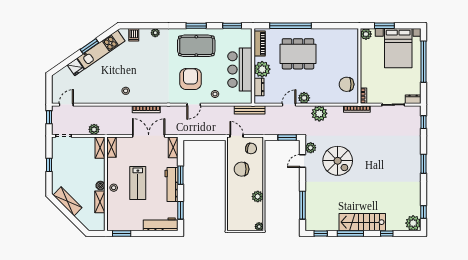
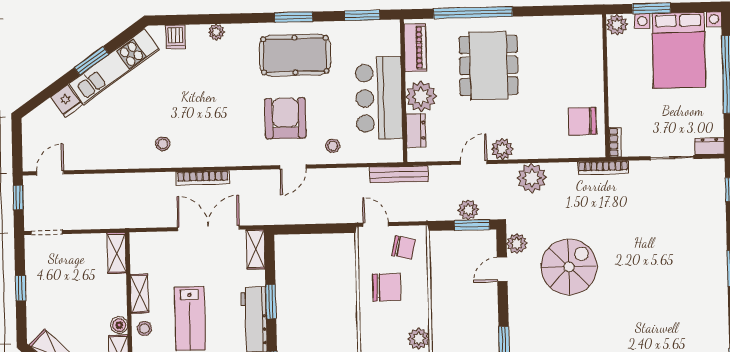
dining table: (298, 54) -> (489, 65), turned 90
plant: (94, 129) -> (468, 210), moved
shelving: (112, 147) -> (140, 294), moved
spiral stairs: (338, 161) -> (569, 267), turned -90
chair: (242, 169) -> (387, 287), turned 180

